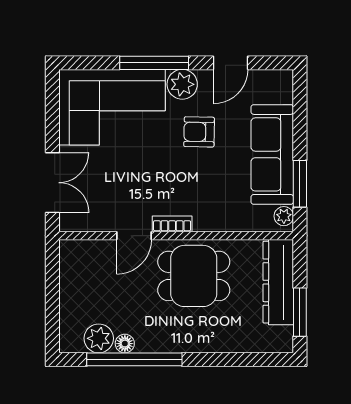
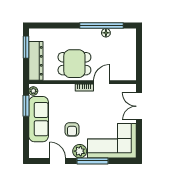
door: (230, 63) -> (58, 161), hinge flipped
armchair: (199, 132) -> (72, 129), turned 89
plant: (99, 338) -> (118, 35), removed

